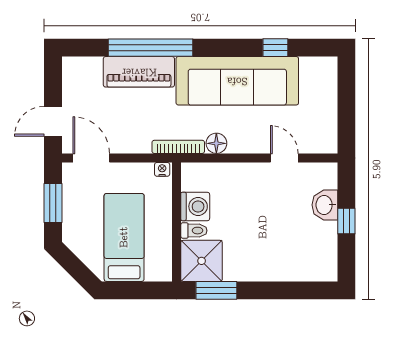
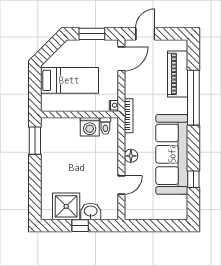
piano: (139, 72) -> (178, 74), moved
door: (53, 121) -> (145, 34), hinge flipped
floor lamp: (216, 143) -> (131, 156), moved
toilet: (194, 231) -> (105, 126), moved
shower: (202, 261) -> (66, 206), moved

